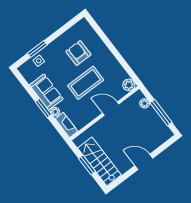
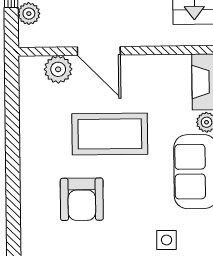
plant: (129, 85) -> (58, 69), moved

